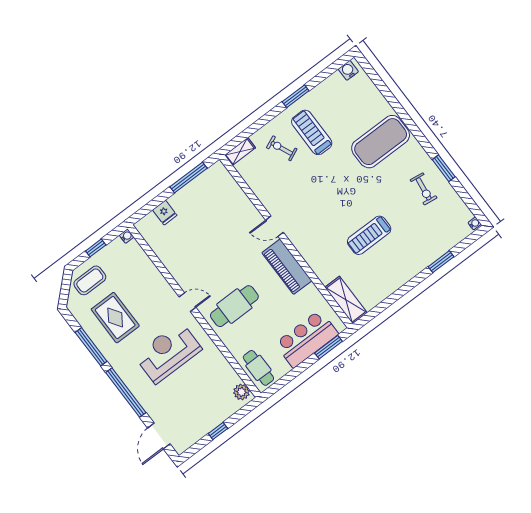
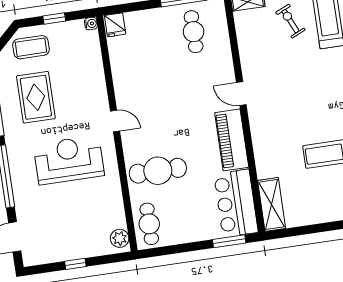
cafe table: (210, 198) -> (194, 32), added
fridge: (165, 213) -> (115, 25), moved
cafe table: (234, 306) -> (158, 171), moved
bar counter: (307, 339) -> (236, 203), moved, turned -90

